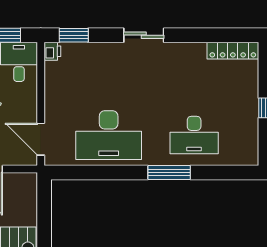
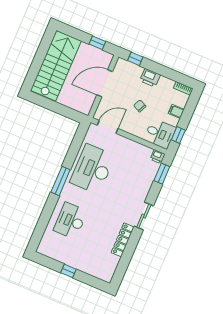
locker: (233, 51) -> (123, 240), moved
window: (169, 172) -> (61, 181), moved

